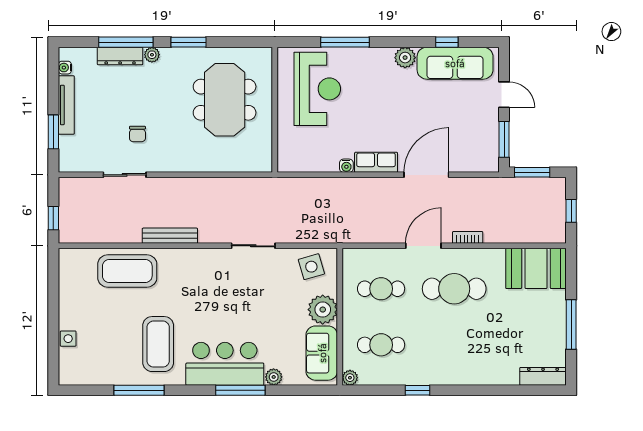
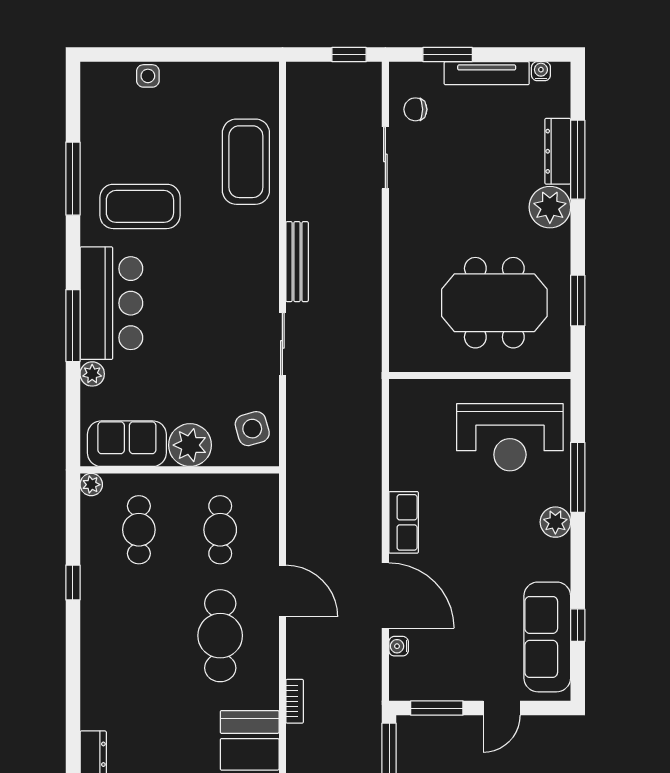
window: (188, 42) -> (578, 300), moved
plant: (152, 55) -> (550, 207), width x1.88, depth x1.88
plant: (405, 58) -> (555, 522), moved
chair: (137, 134) -> (415, 109), moved
water cooler: (346, 166) -> (399, 646), moved
window: (53, 218) -> (349, 55), moved
bench: (170, 236) -> (297, 262), moved
bookcase: (468, 237) -> (295, 701), moved

